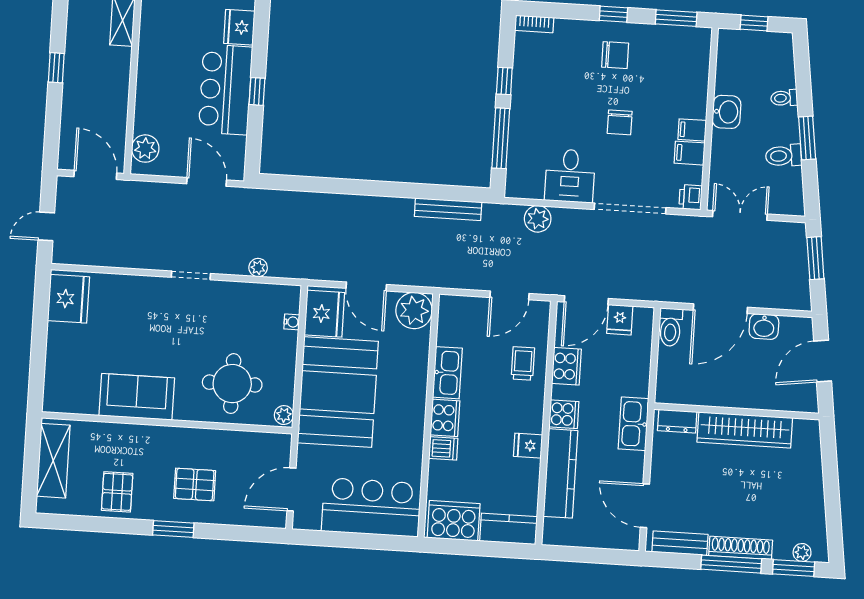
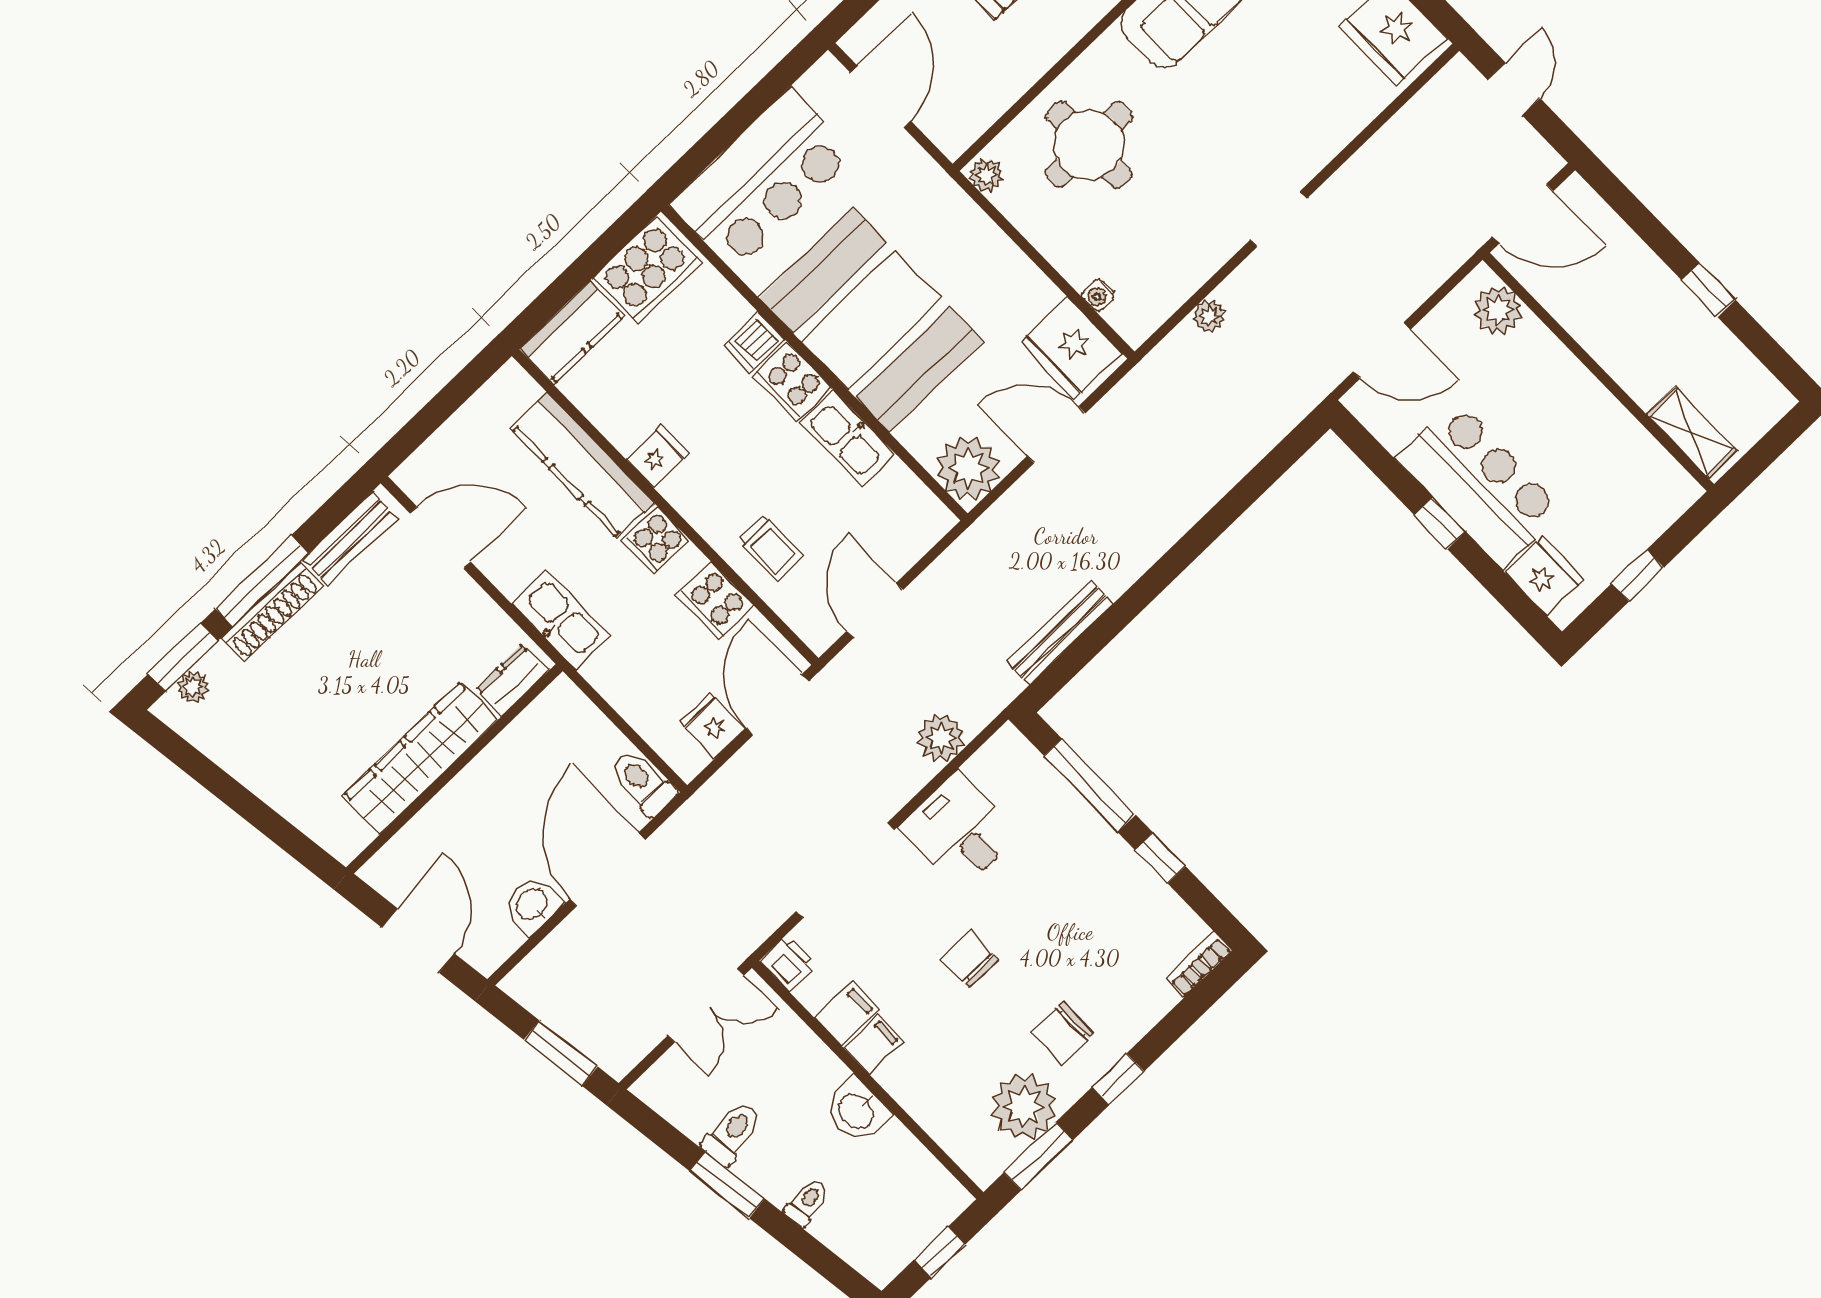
plant: (661, 43) -> (1024, 1107), added
booth: (338, 392) -> (871, 320), moved

